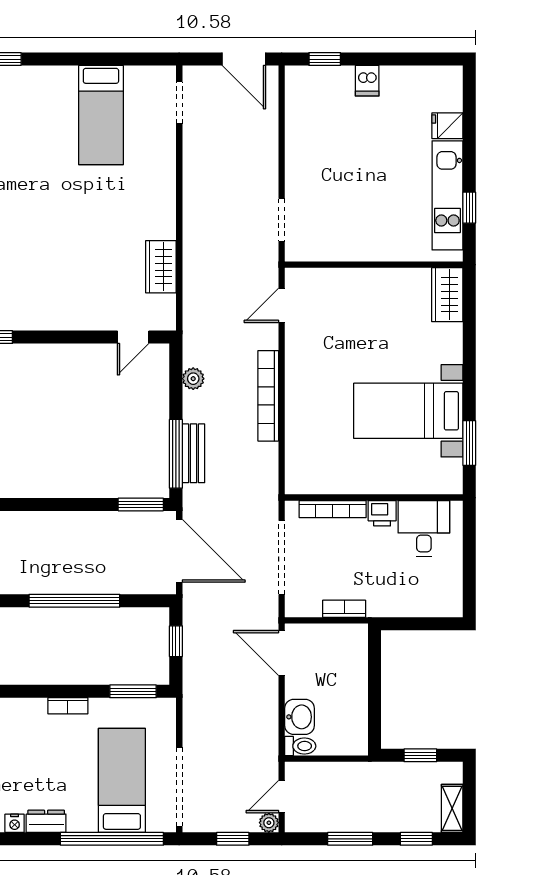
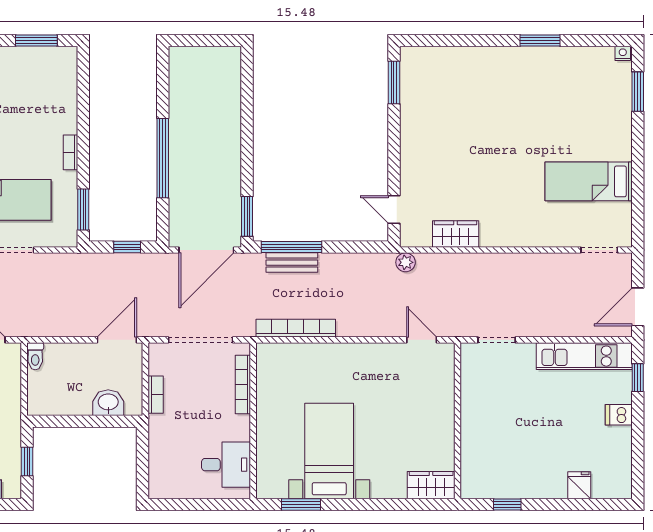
kitchen unit: (447, 195) -> (584, 356), moved, turned 180
plant: (193, 379) -> (406, 262), moved
bookcase: (268, 396) -> (296, 328), moved
printer: (382, 513) -> (239, 428), removed
washbasin: (299, 717) -> (108, 403), moved, turned 180

